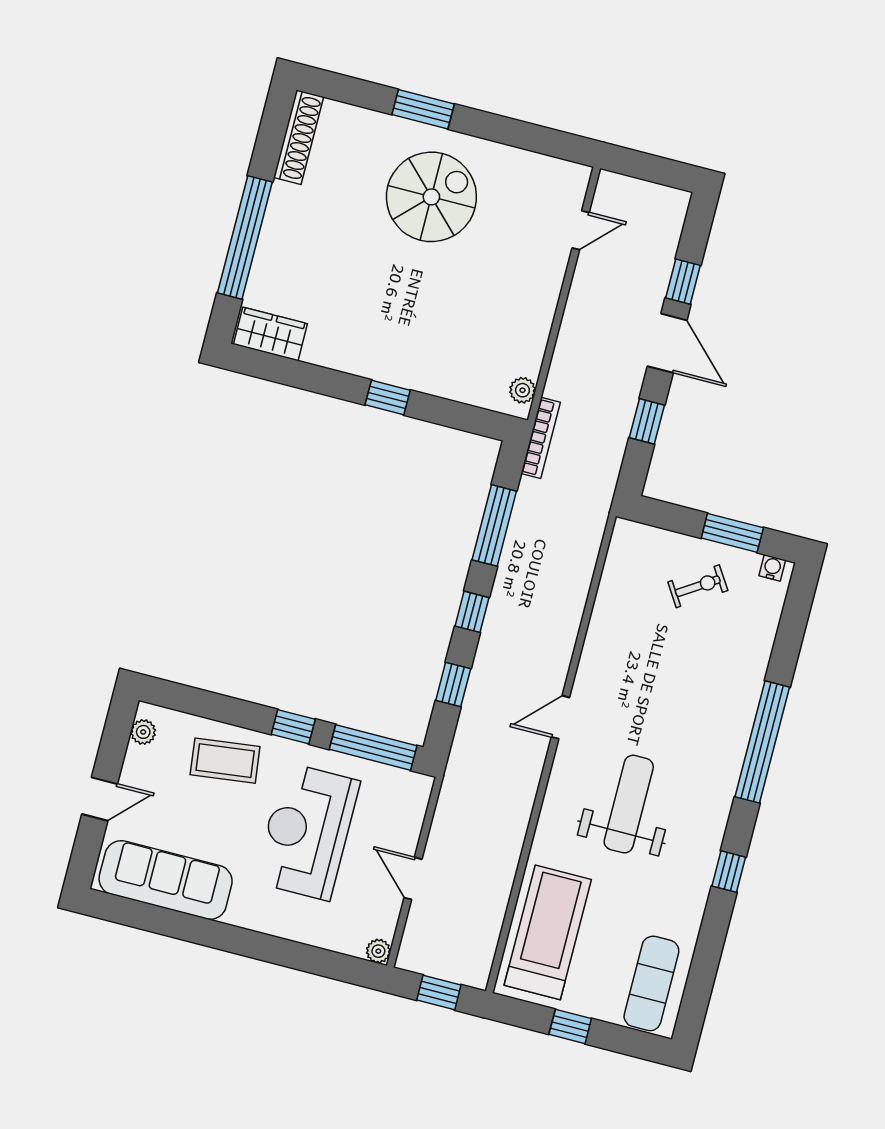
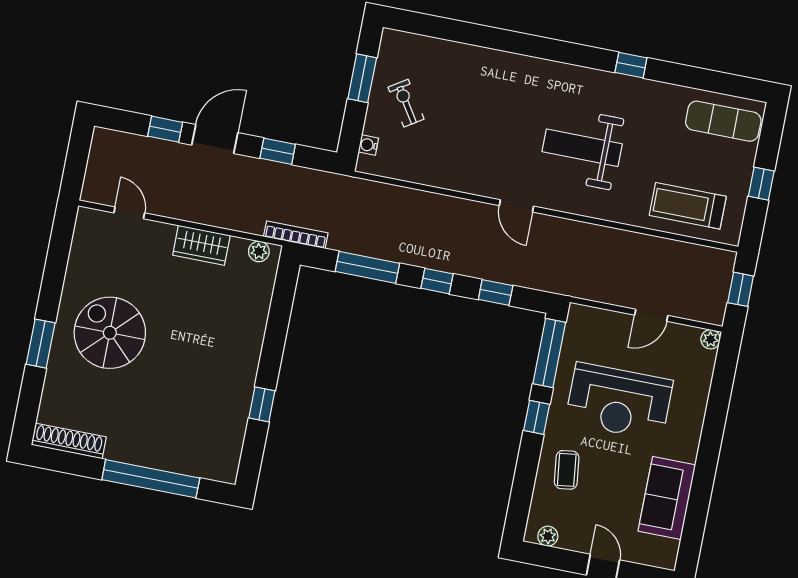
wardrobe: (270, 334) -> (201, 245), moved, turned -90
window: (388, 398) -> (262, 404), moved
water cooler: (772, 568) -> (368, 145), moved
window: (762, 742) -> (527, 45), removed
coffee table: (225, 761) -> (567, 470), width x0.73, depth x0.77
sofa: (166, 880) -> (667, 498), width x0.73
treadmill: (548, 932) -> (688, 206), width x0.73, depth x0.73

